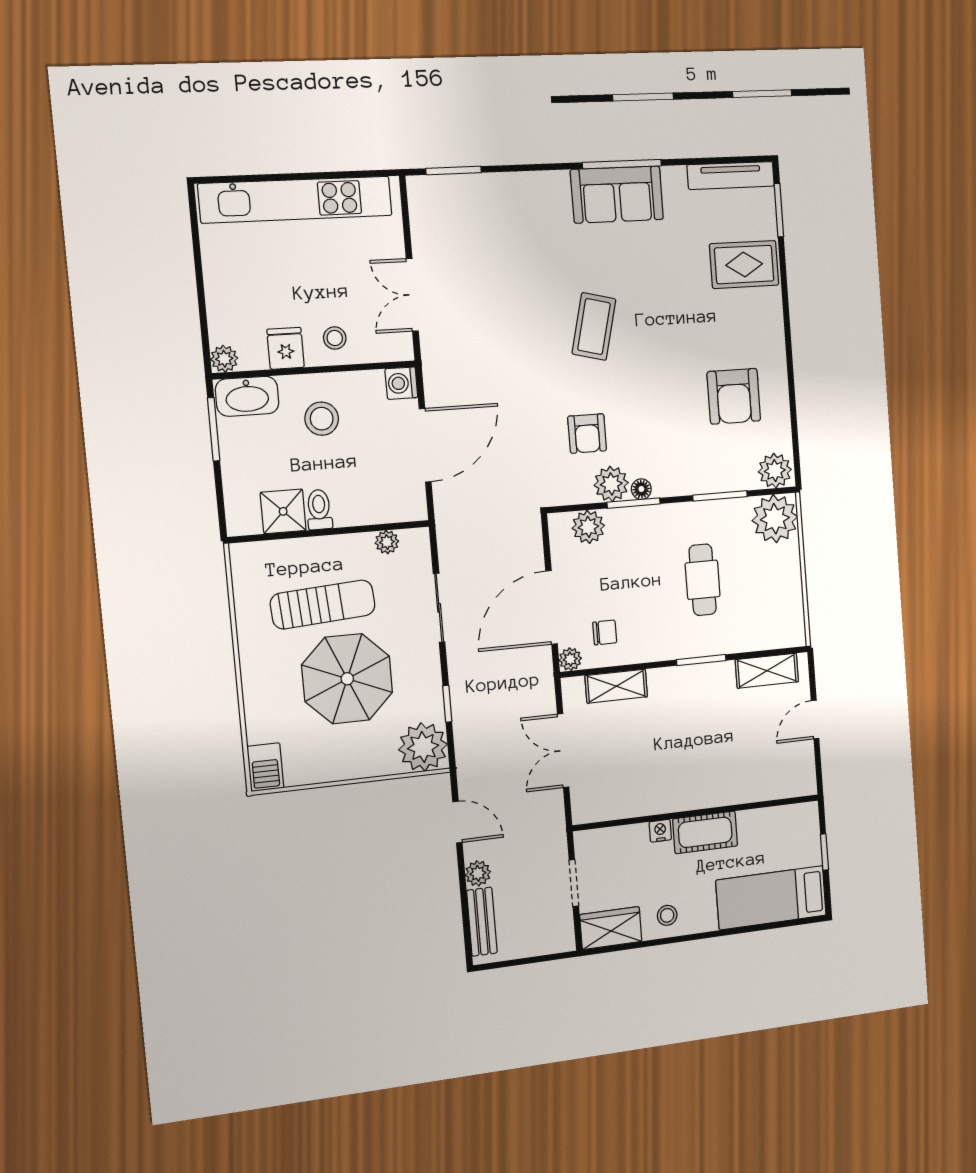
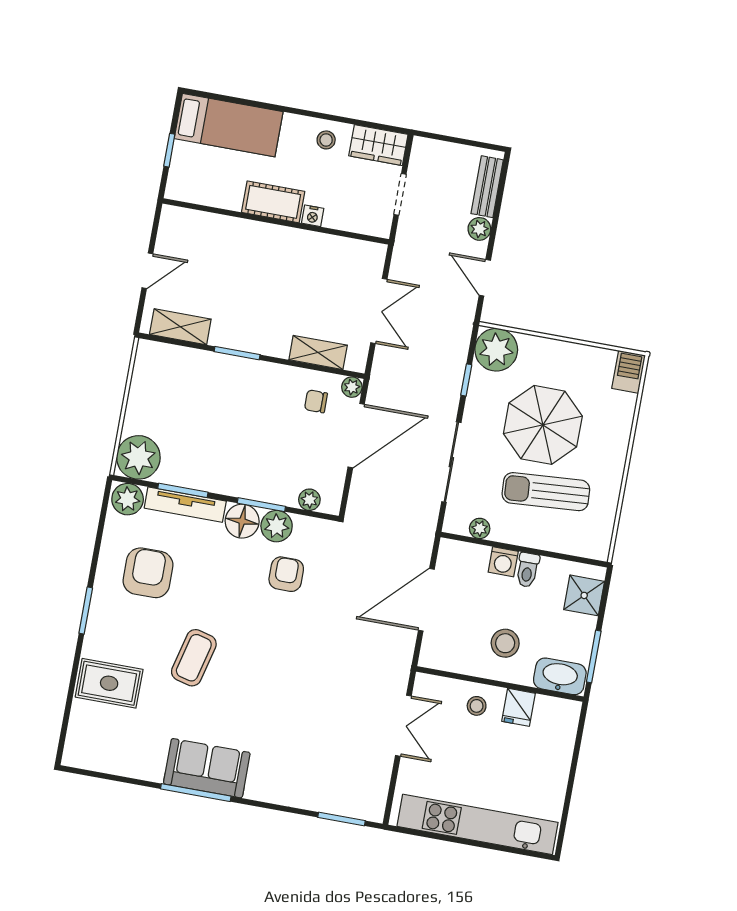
tv unit: (731, 175) -> (185, 505), moved, turned 180
window: (779, 210) -> (86, 610), moved
coffee table: (594, 326) -> (194, 658), moved
plant: (224, 359) -> (570, 711), removed
washing machine: (401, 383) -> (503, 562), moved, turned 90
floor lamp: (641, 489) -> (242, 521), width x1.89, depth x1.89
shower: (283, 511) -> (584, 595), moved
plant: (588, 527) -> (309, 500), width x0.73, depth x0.73
cafe table: (703, 580) -> (218, 422), removed
sliding door: (439, 608) -> (451, 462), width x1.37

